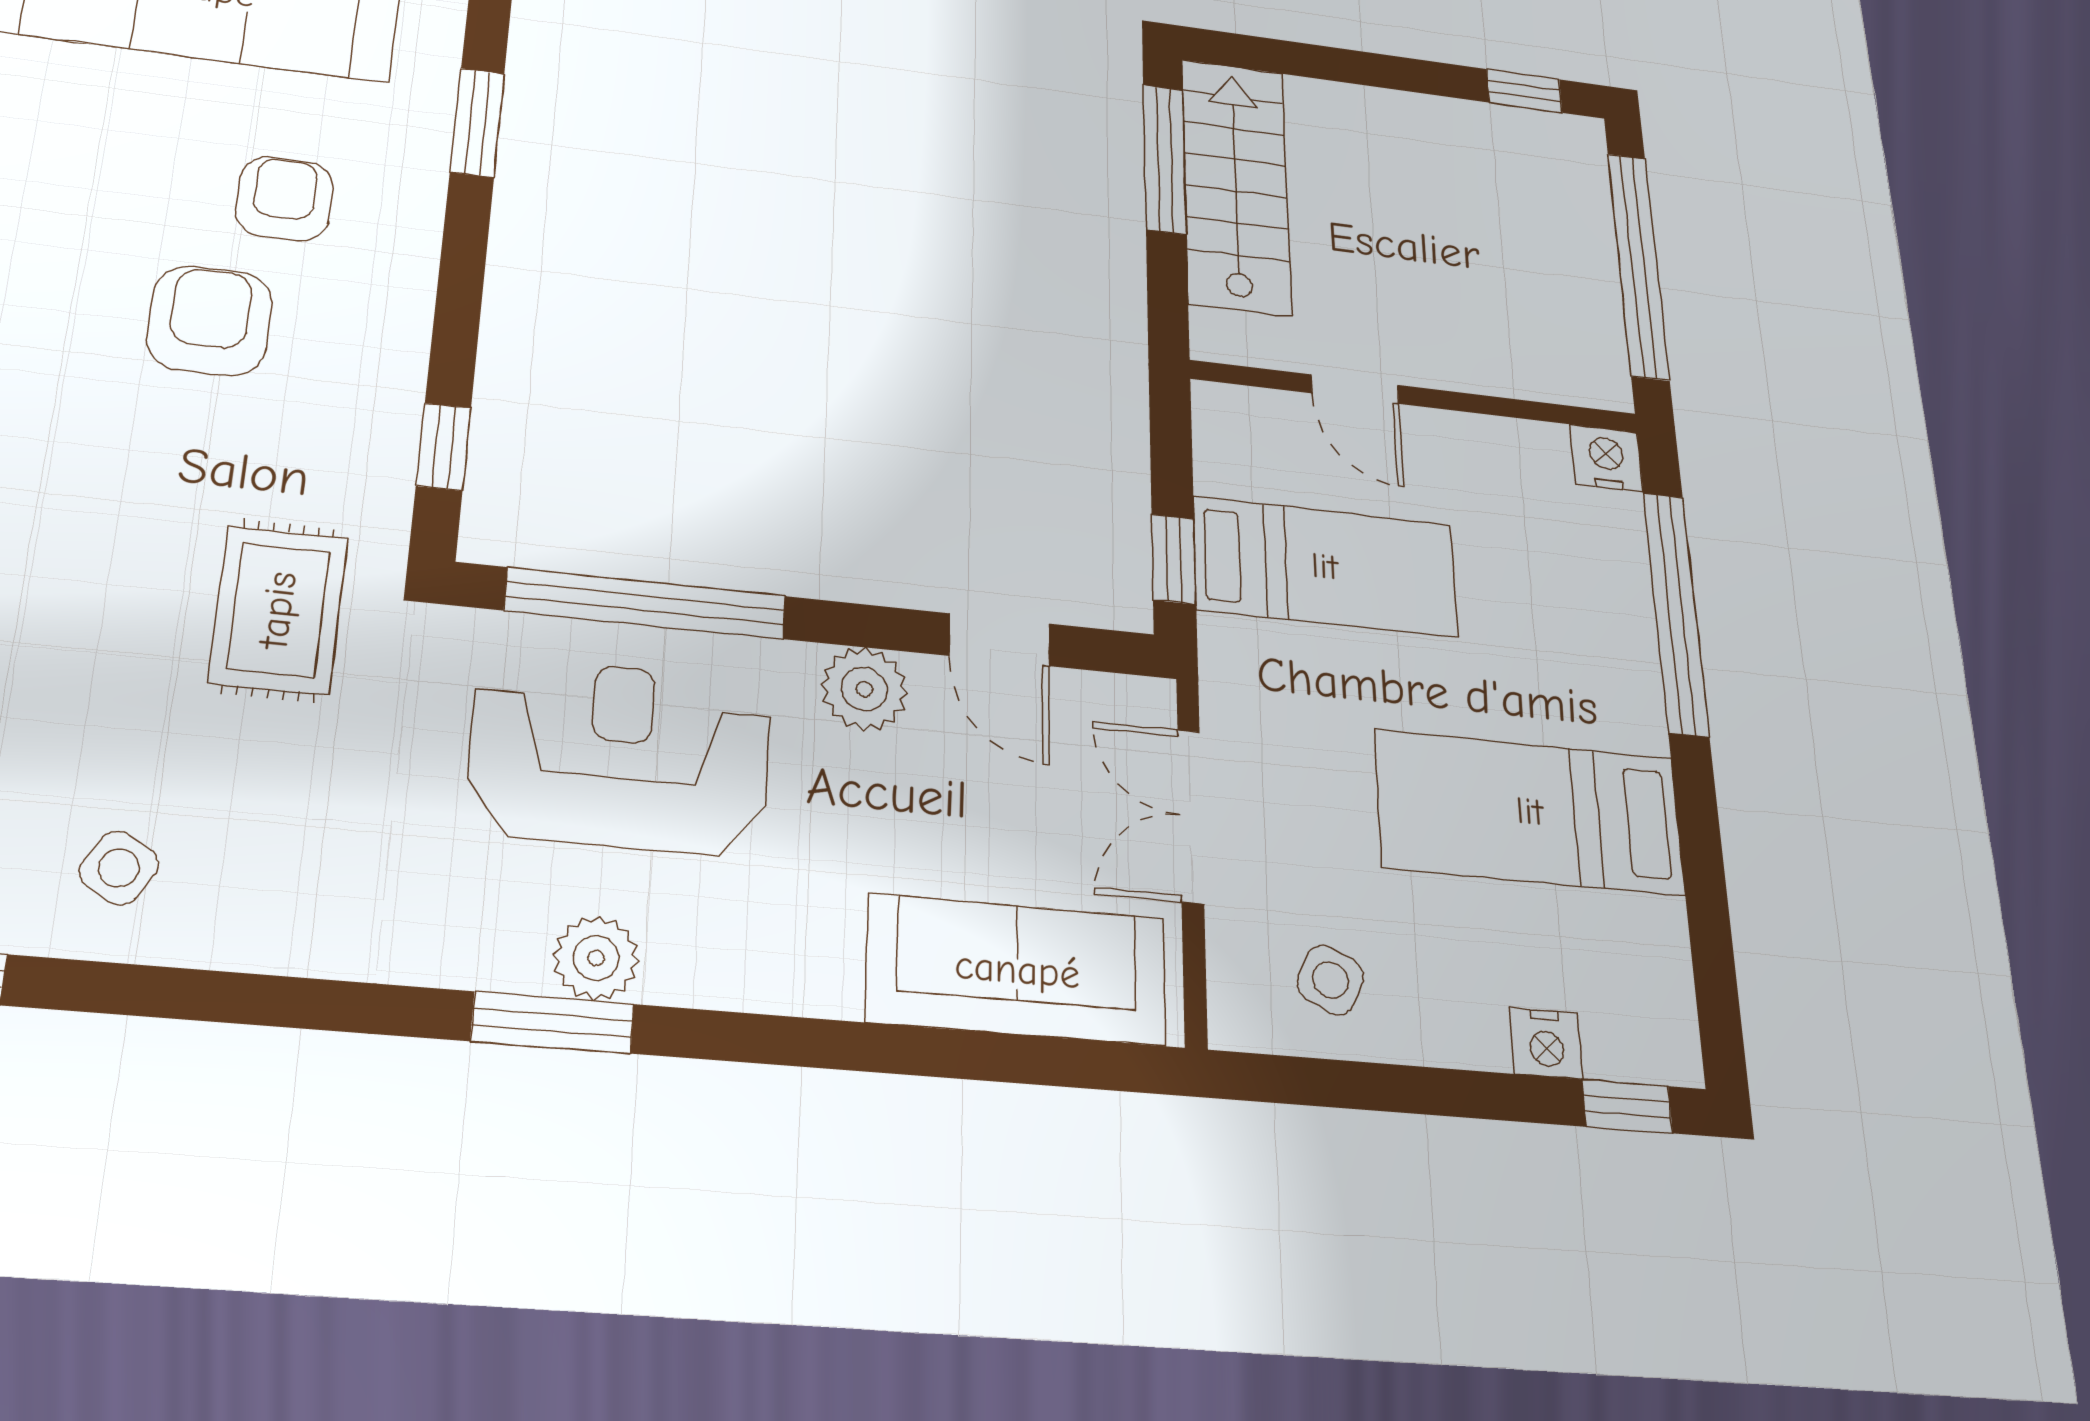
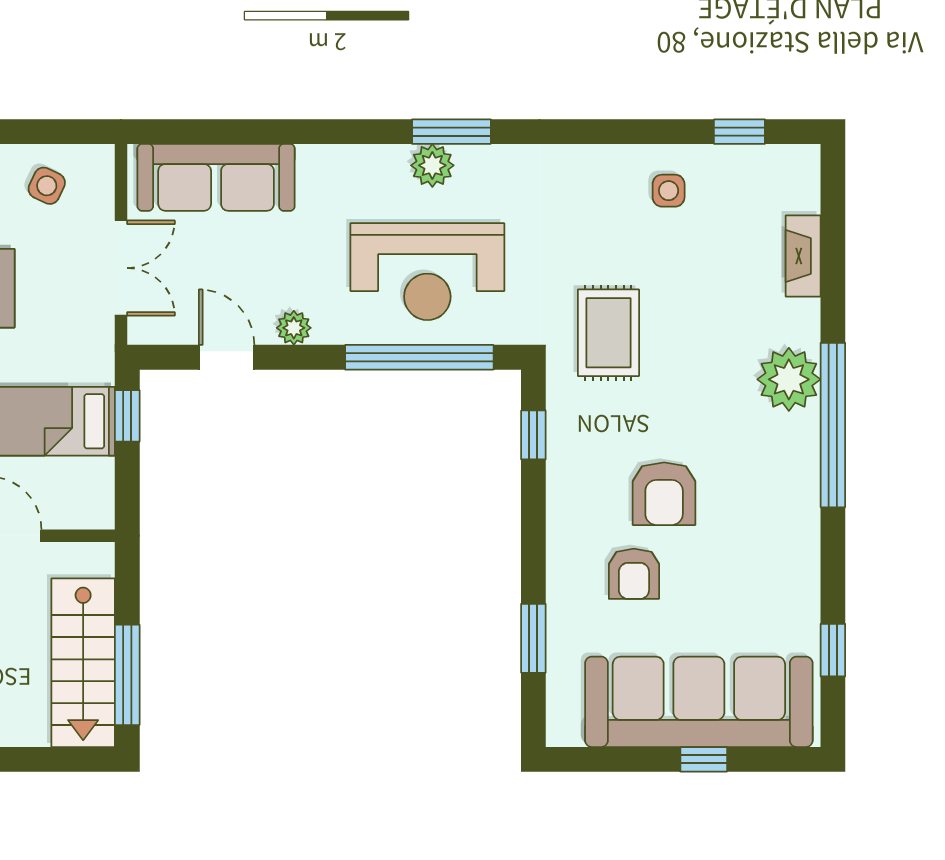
plant: (864, 689) -> (294, 328), width x0.73, depth x0.73
side table: (119, 868) -> (669, 191), turned -31

